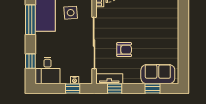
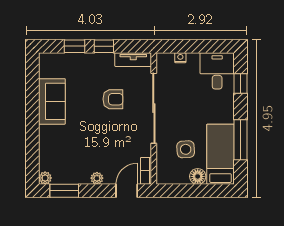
armchair: (124, 50) -> (113, 99), turned 180
sofa: (158, 74) -> (52, 101), moved, turned -90
window: (73, 89) -> (183, 46), removed
window: (115, 89) -> (104, 46), moved

